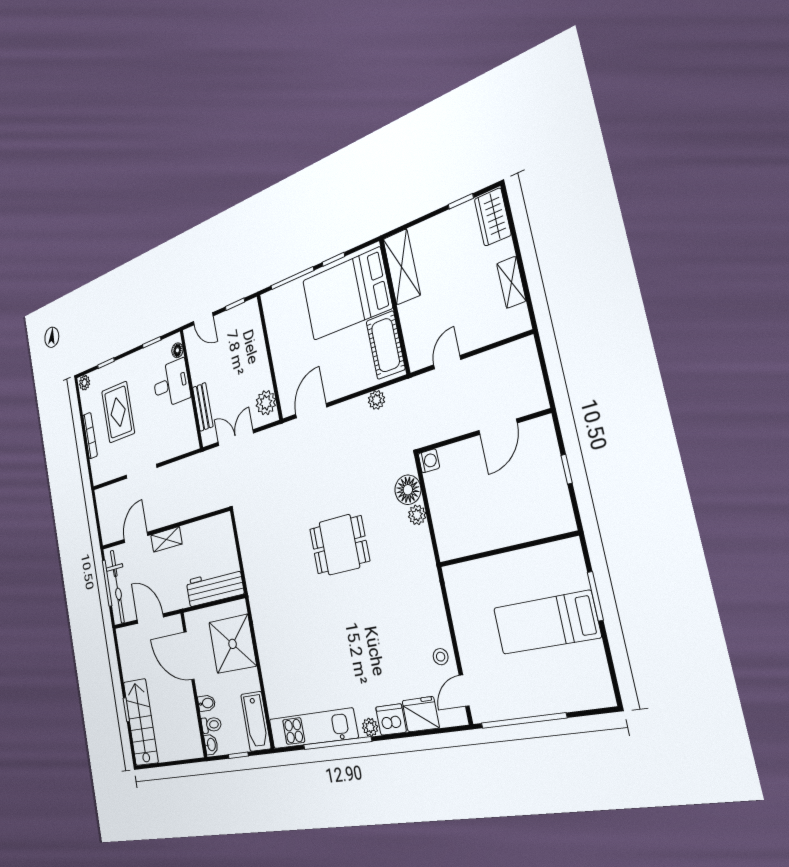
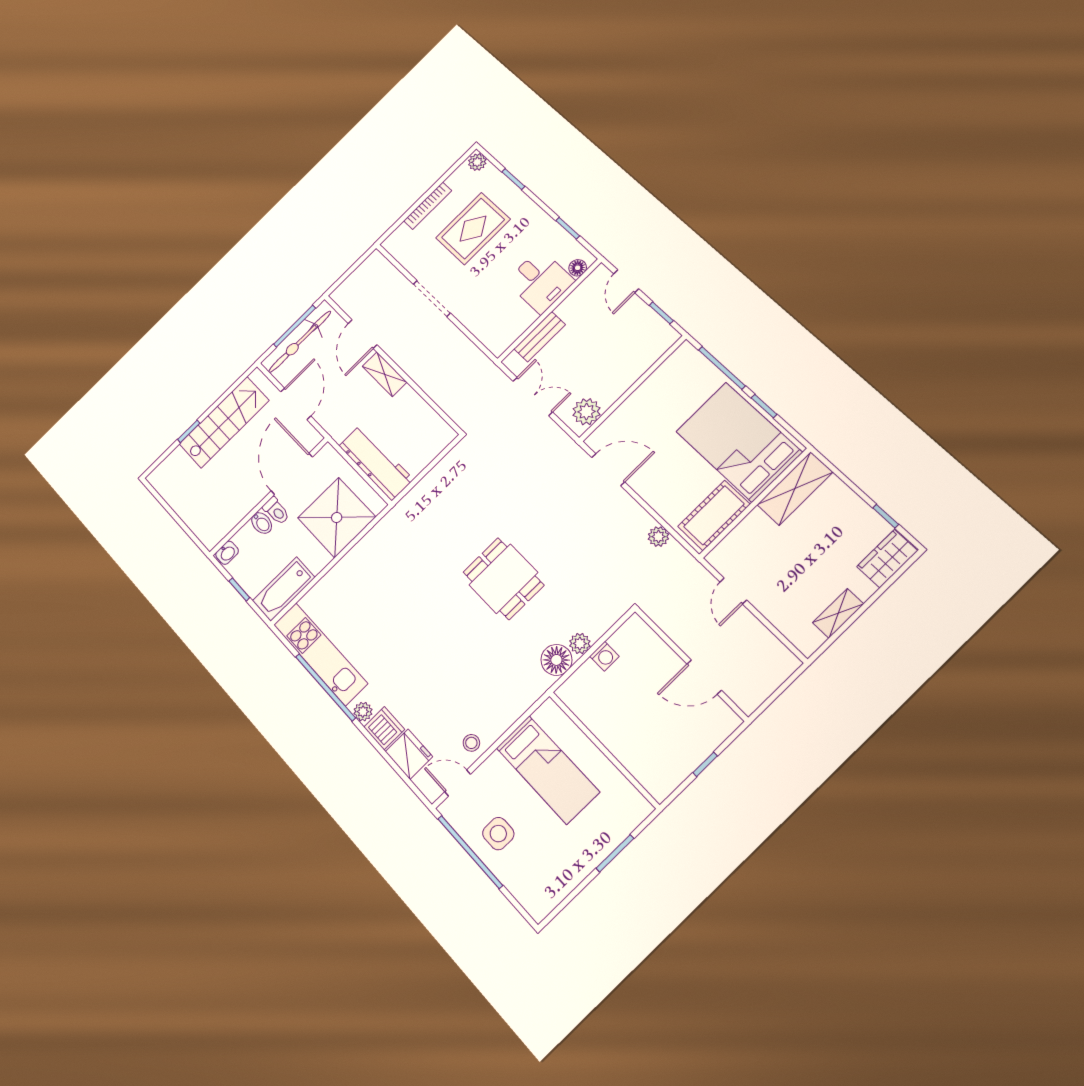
door: (447, 362) -> (733, 591), swing flipped
washing machine: (429, 461) -> (604, 656), moved
floor lamp: (408, 490) -> (556, 660), moved
door: (136, 537) -> (363, 334), swing flipped
bed: (546, 623) -> (548, 770), moved, turned 180
side table: (522, 686) -> (498, 834), added
stairs: (141, 722) -> (224, 422), moved
toilet: (211, 725) -> (276, 511), moved

